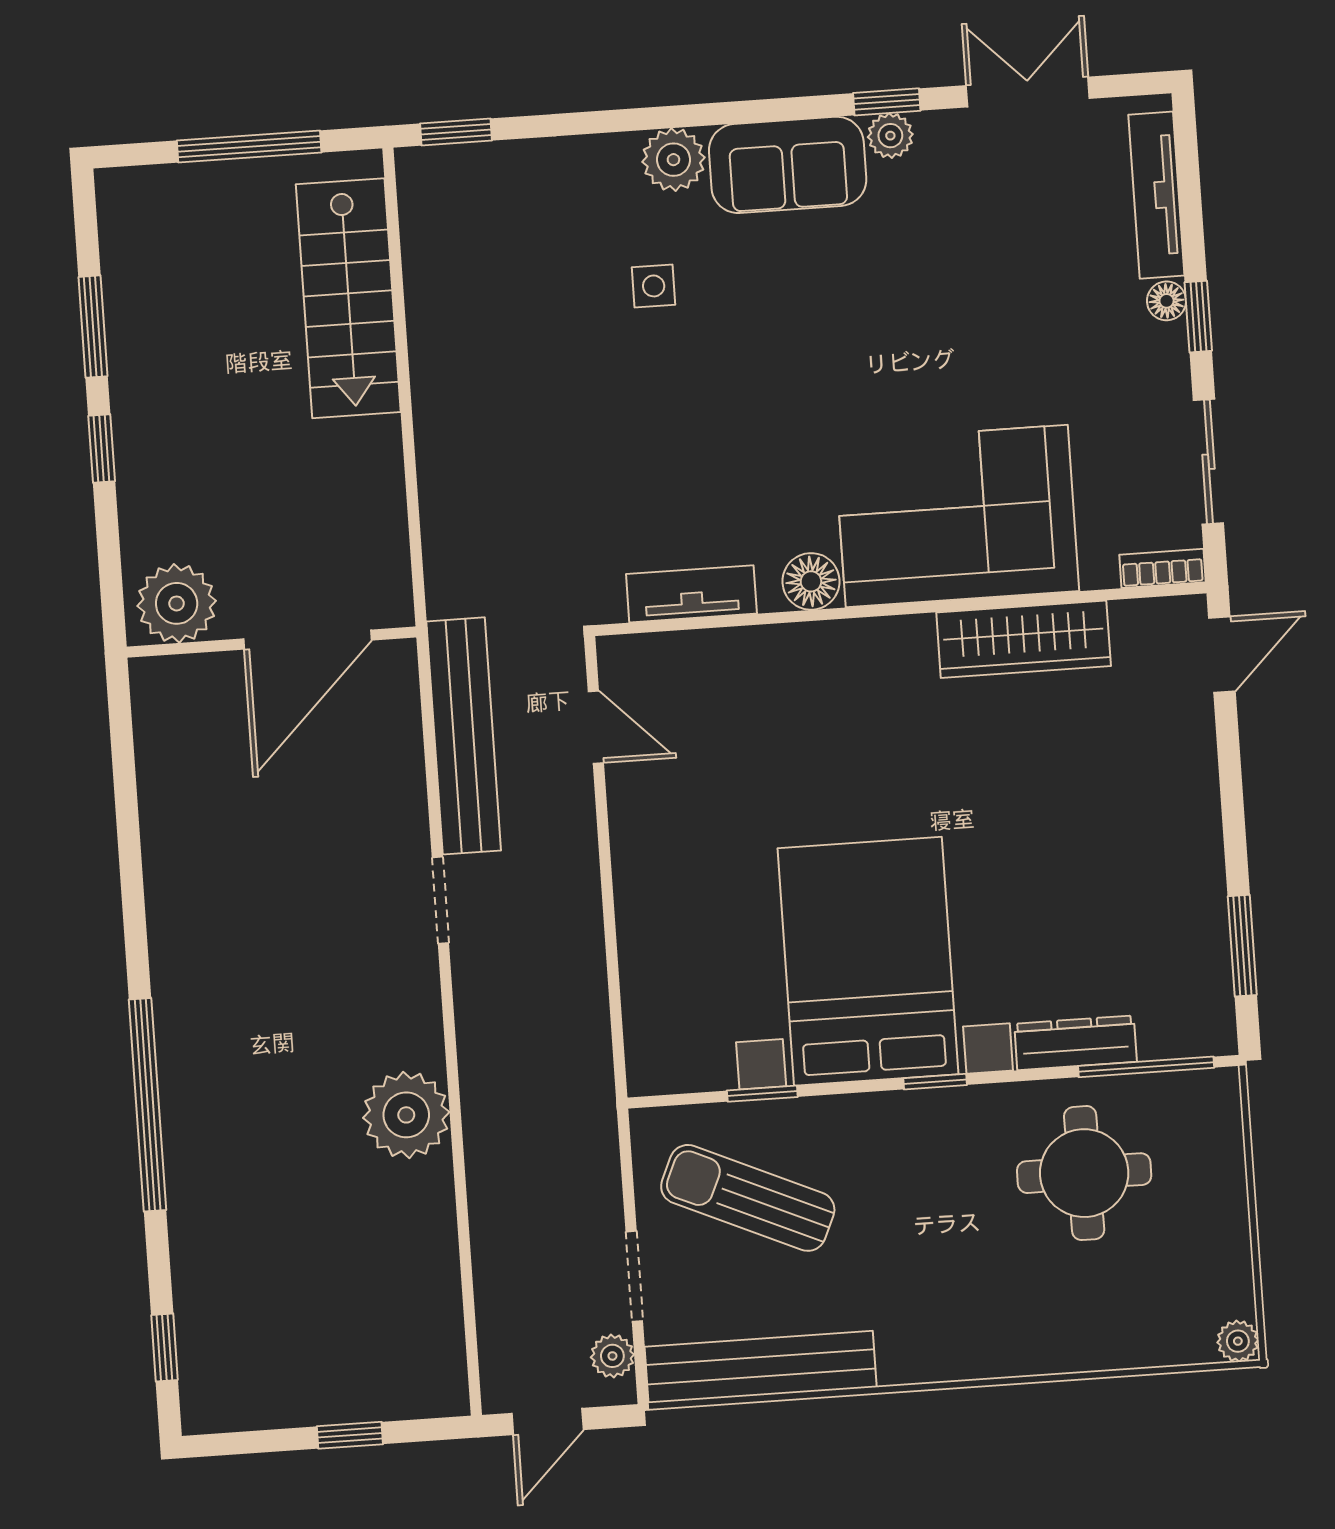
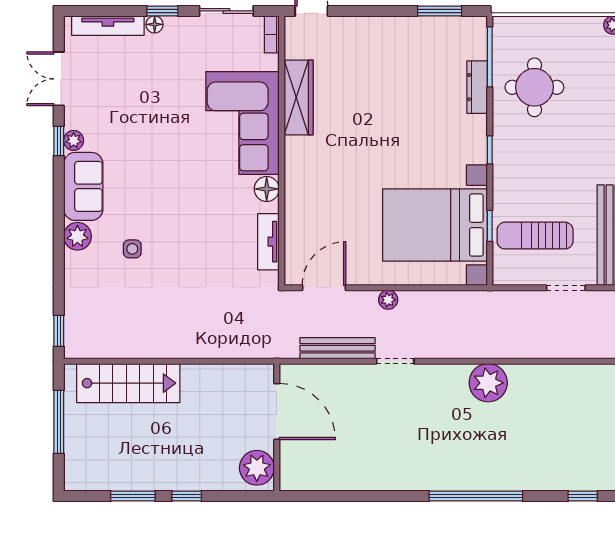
door: (596, 727) -> (324, 288), width x1.38
bench: (464, 736) -> (338, 348), width x0.73, depth x0.82
bed with nightstands: (868, 961) -> (435, 225), moved
sun lounger: (748, 1198) -> (535, 236), turned 66
plant: (612, 1356) -> (388, 300), moved

